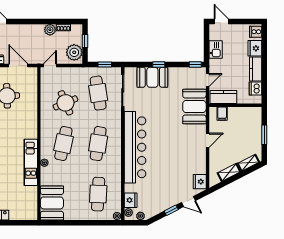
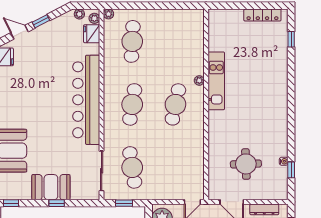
booth: (152, 77) -> (51, 187), moved
round table: (65, 103) -> (173, 155), removed
booth: (52, 203) -> (190, 30), removed

